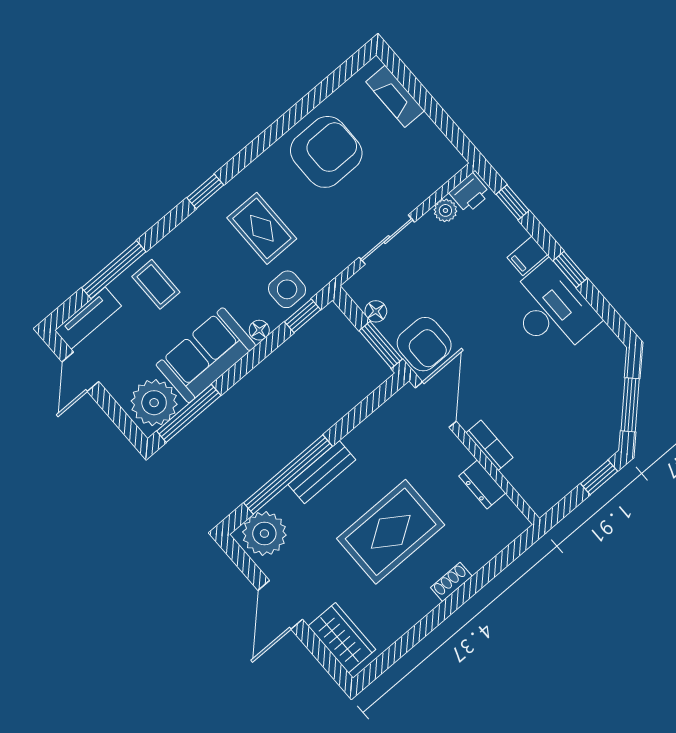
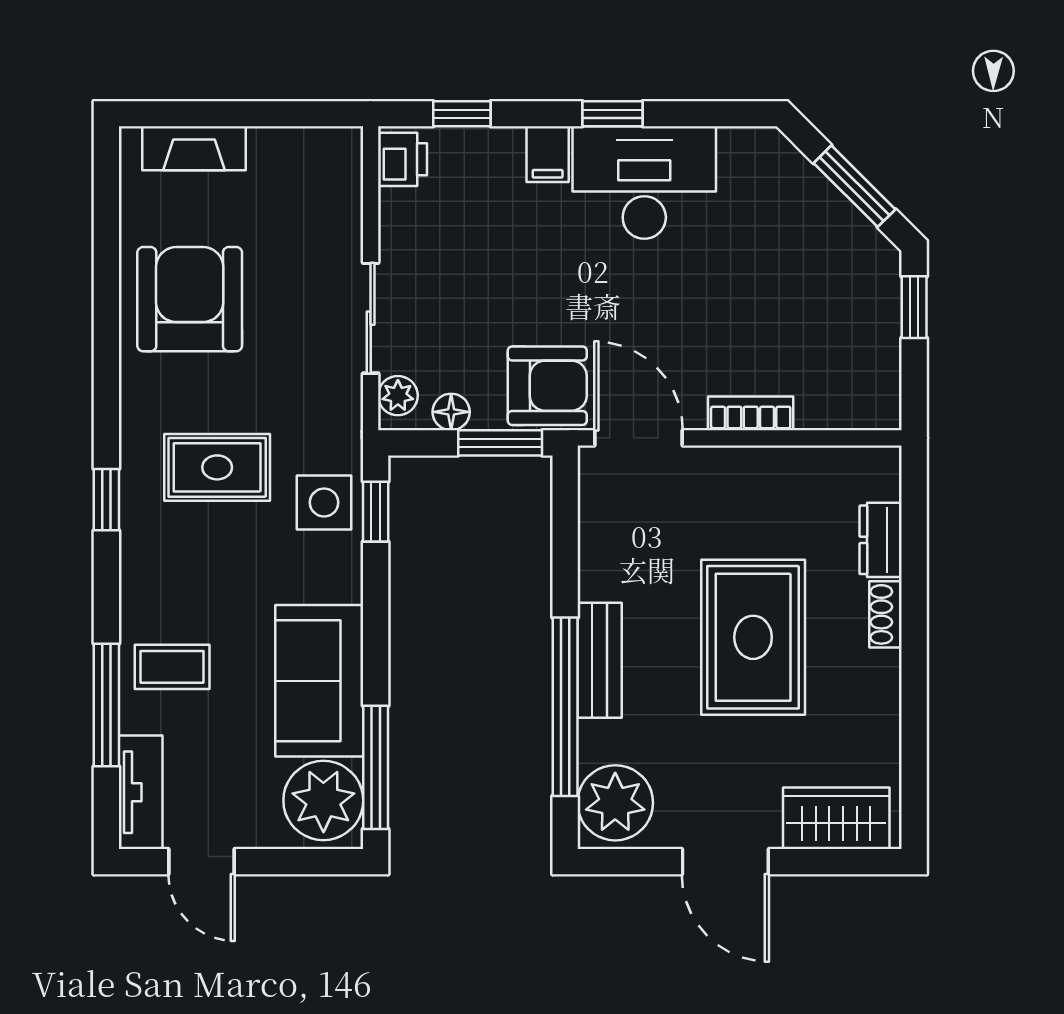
plant: (445, 210) -> (398, 396), moved
floor lamp: (259, 330) -> (346, 584), removed
dresser: (482, 484) -> (881, 540), moved, turned 90

